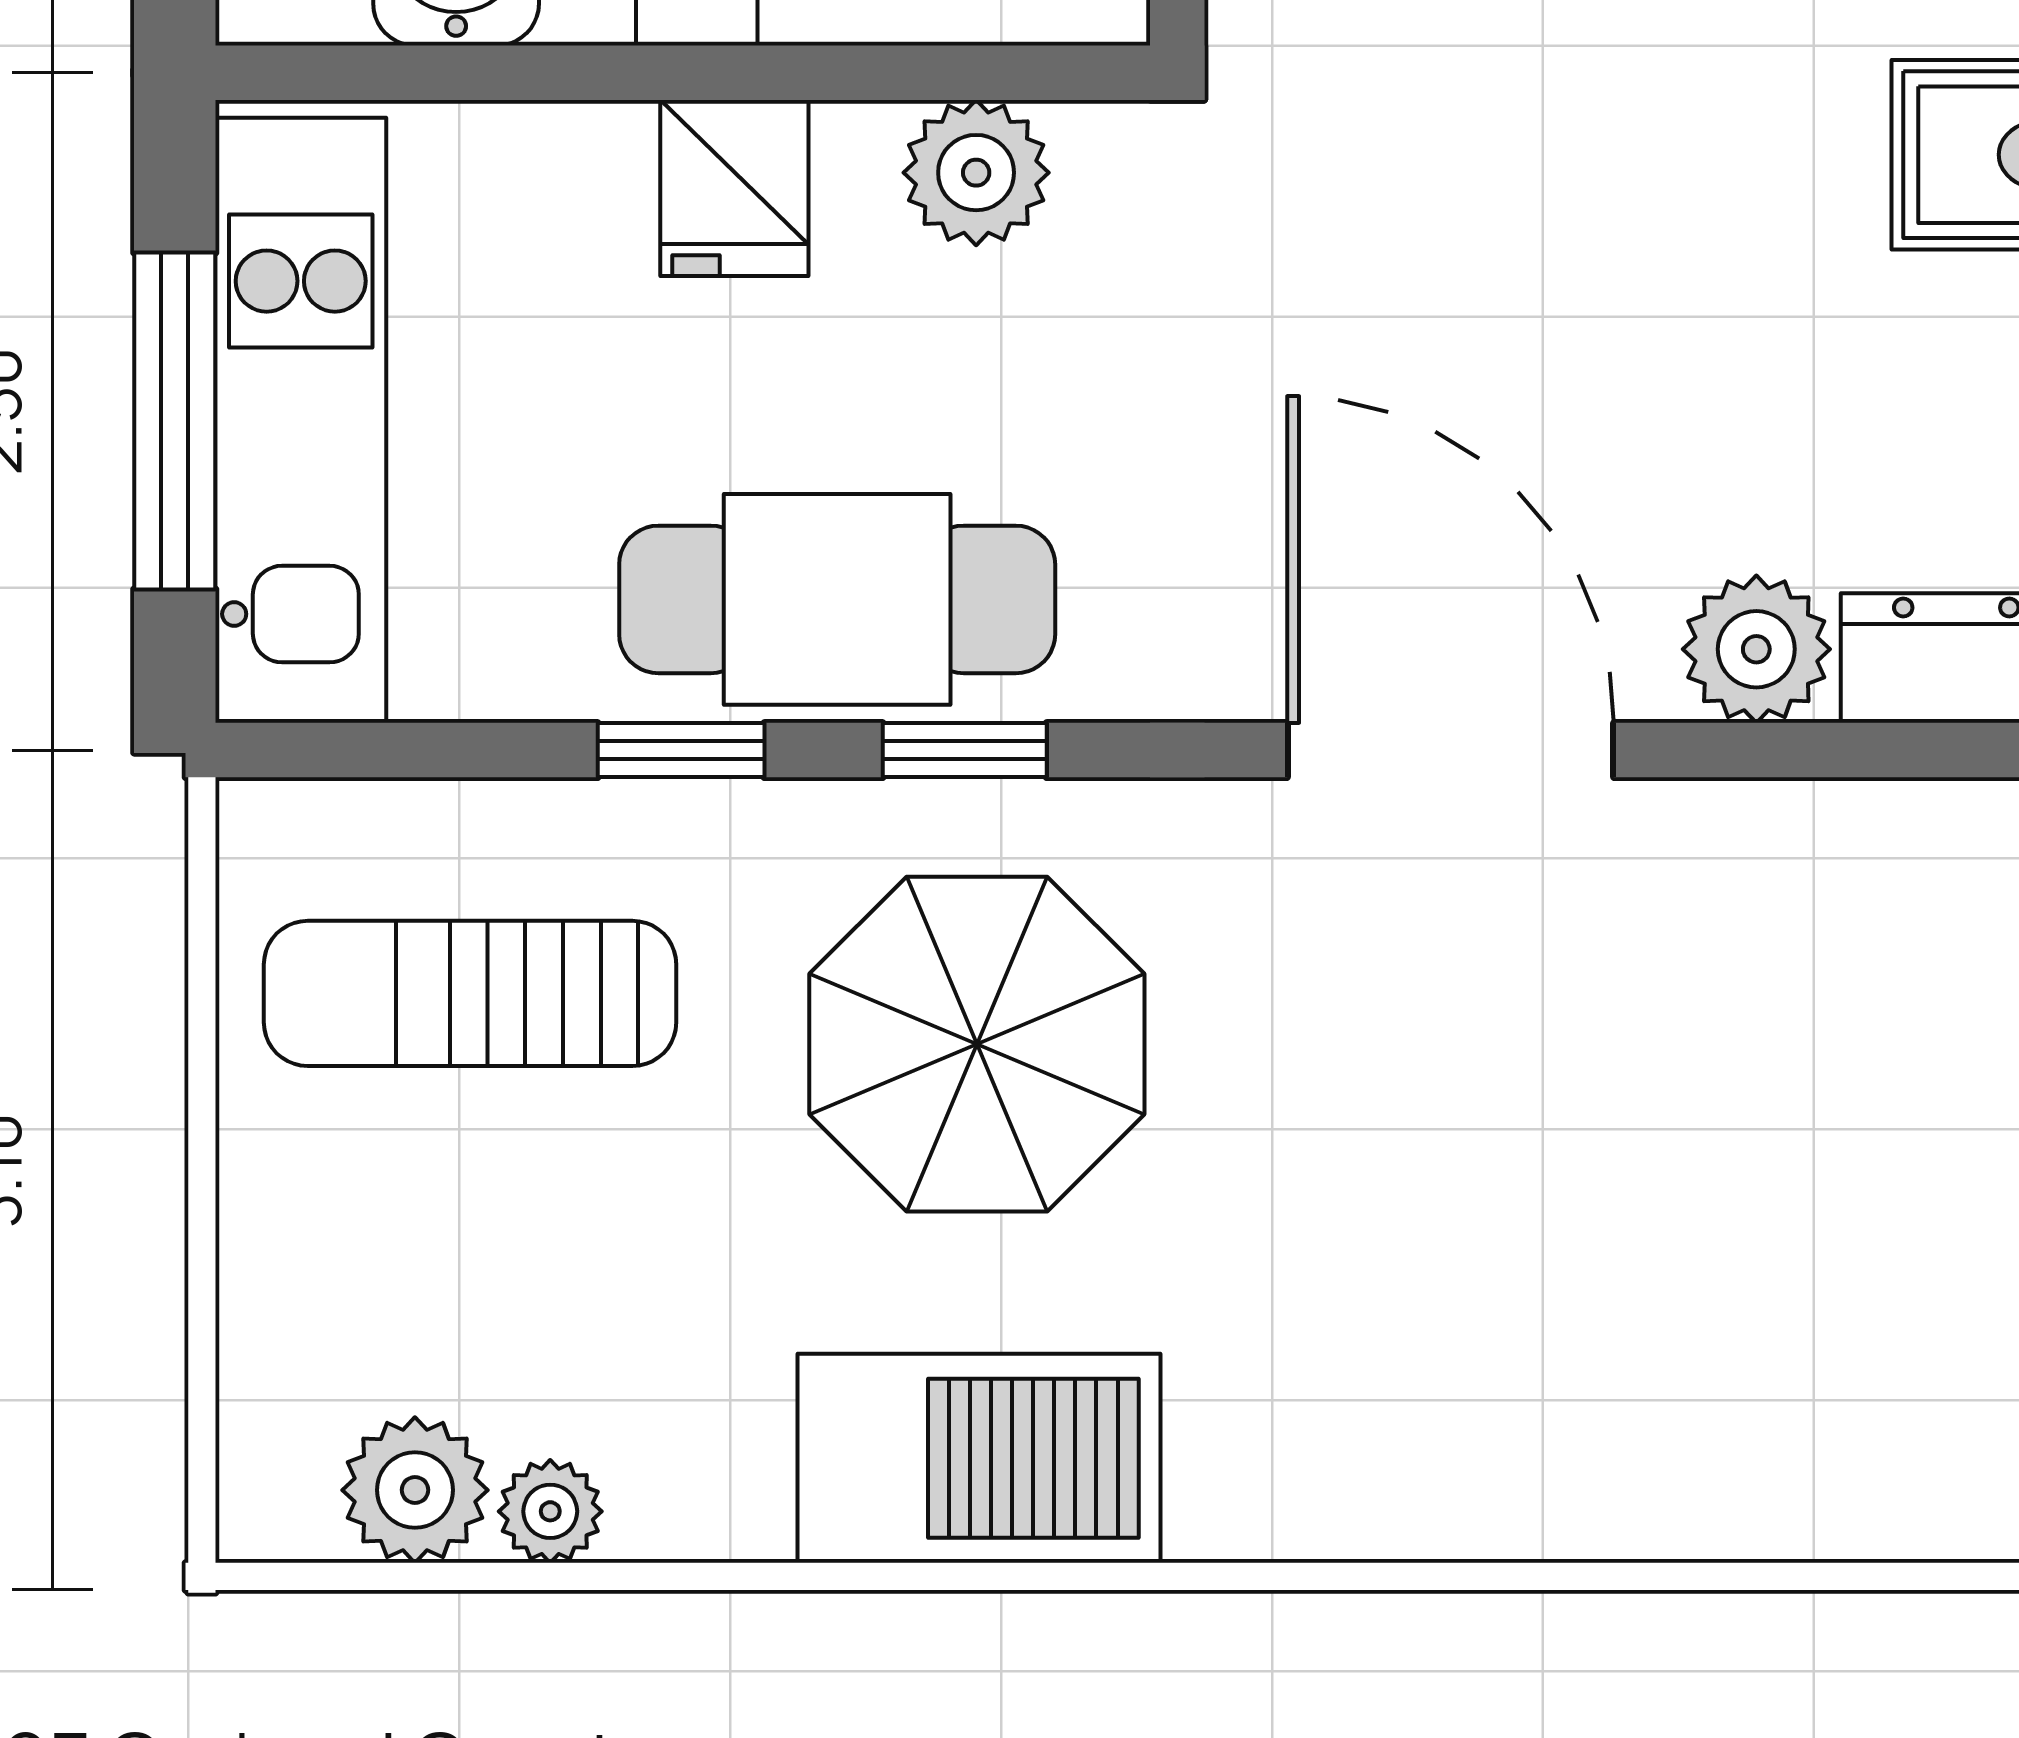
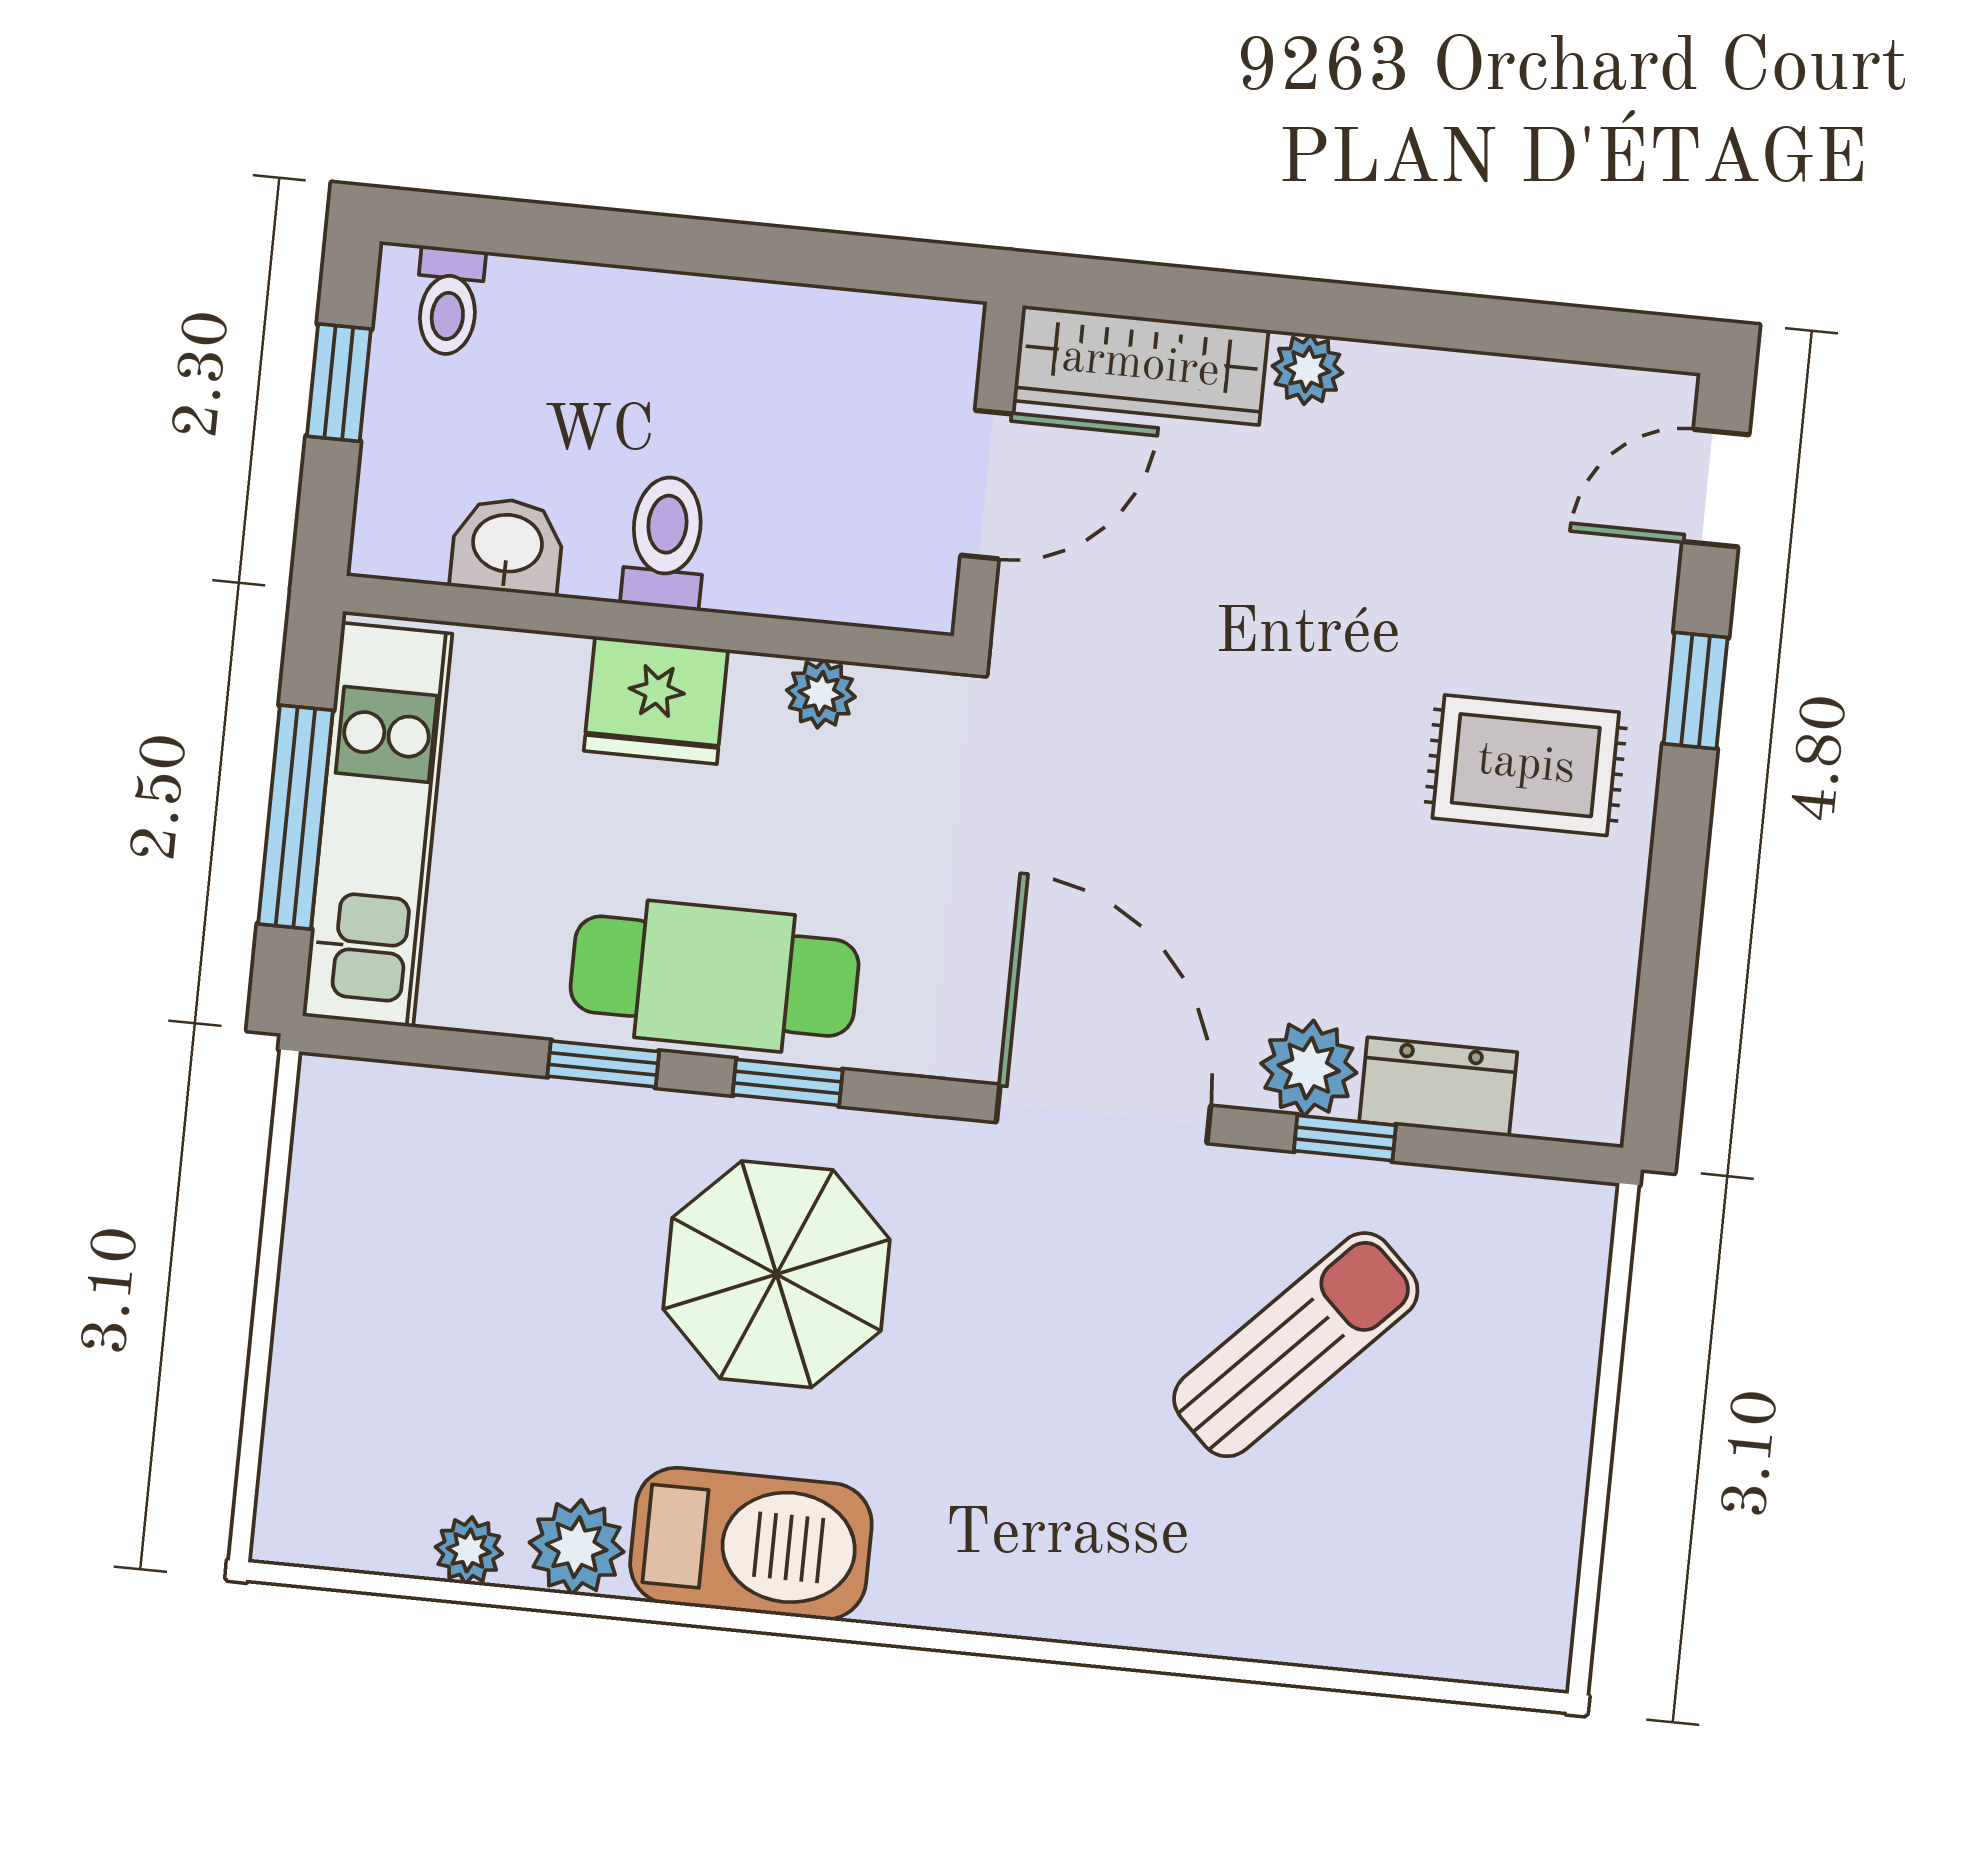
plant: (976, 173) -> (821, 693), width x0.73, depth x0.73
fridge: (734, 188) -> (656, 700), width x1.38
window: (1822, 750) -> (1345, 1138), added
sun lounger: (470, 993) -> (1296, 1345), moved, turned 134
plant: (415, 1490) -> (577, 1547), moved

